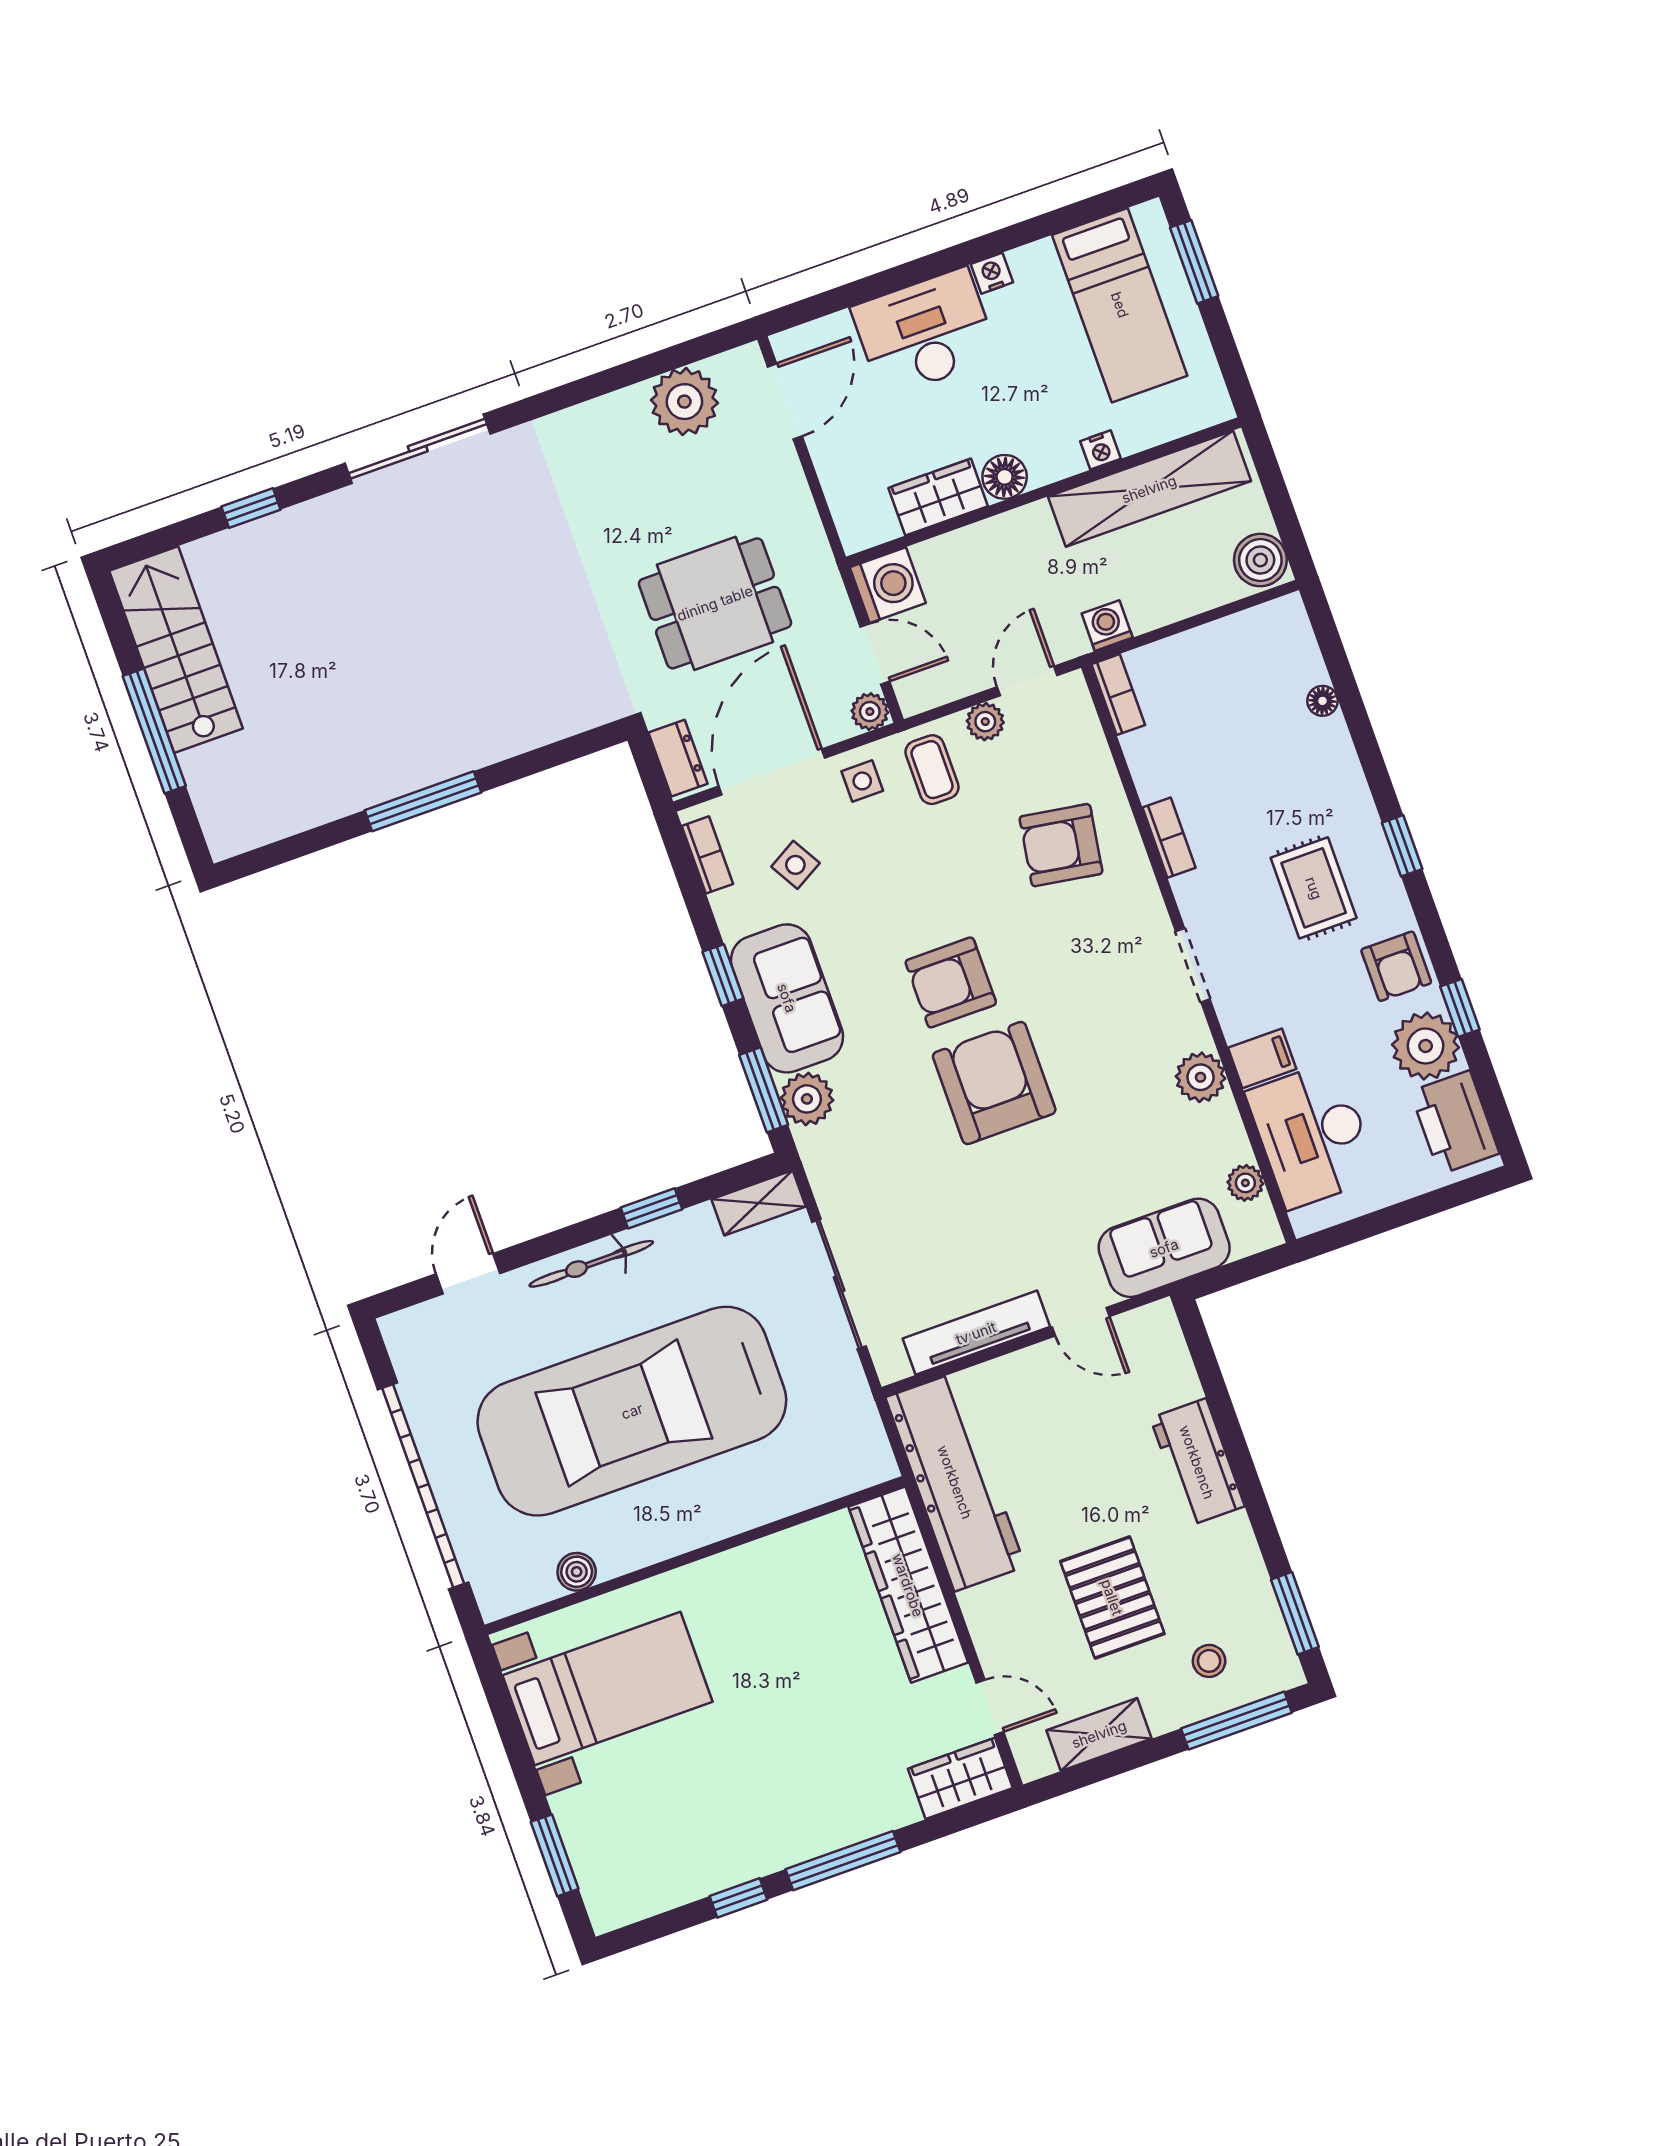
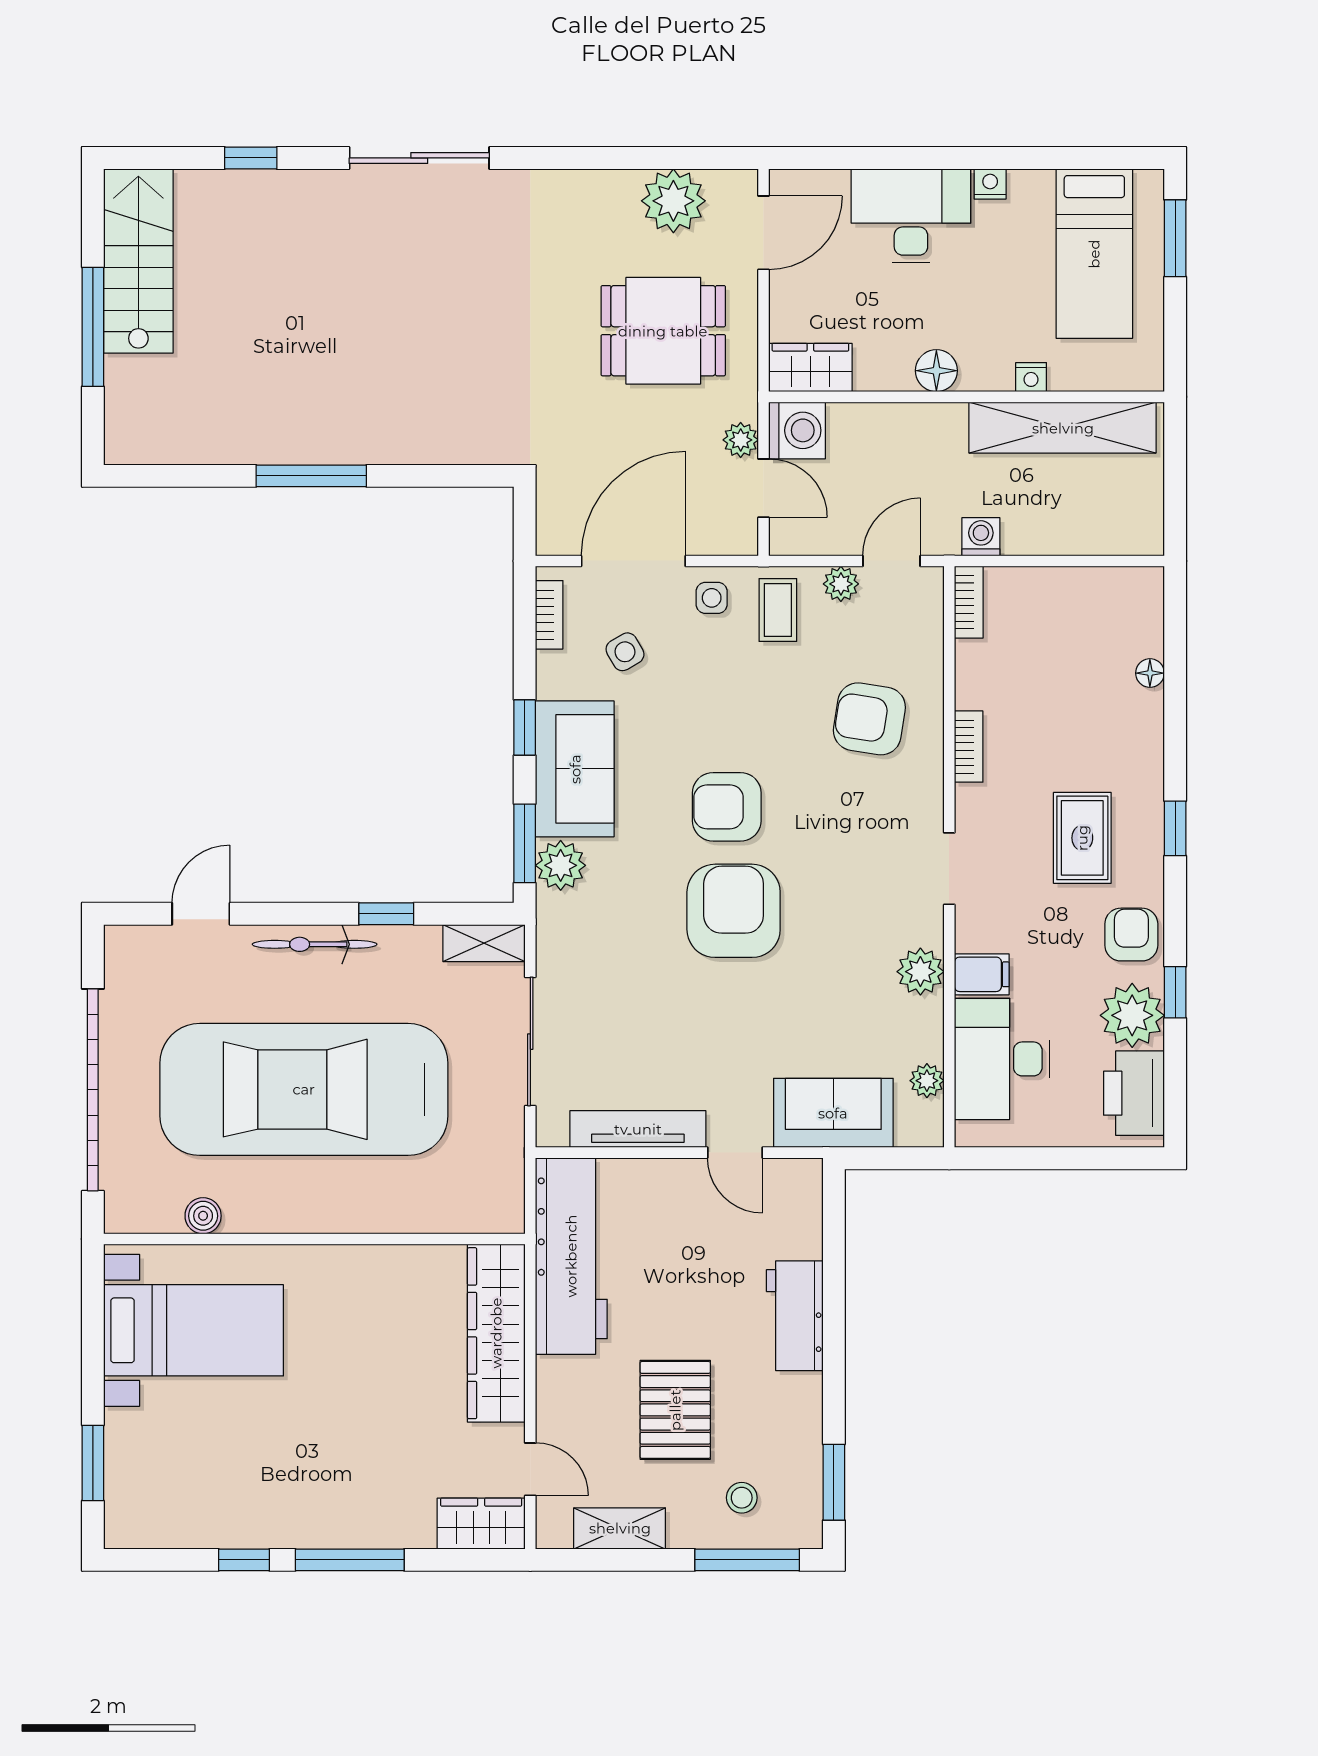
wardrobe: (938, 497) -> (810, 367), moved
boiler: (1260, 560) -> (1139, 527), removed
dining table: (715, 603) -> (663, 331), moved
plant: (870, 712) -> (741, 440), moved
dresser: (678, 758) -> (554, 519), removed
armchair: (1396, 966) -> (1131, 935), turned 180

